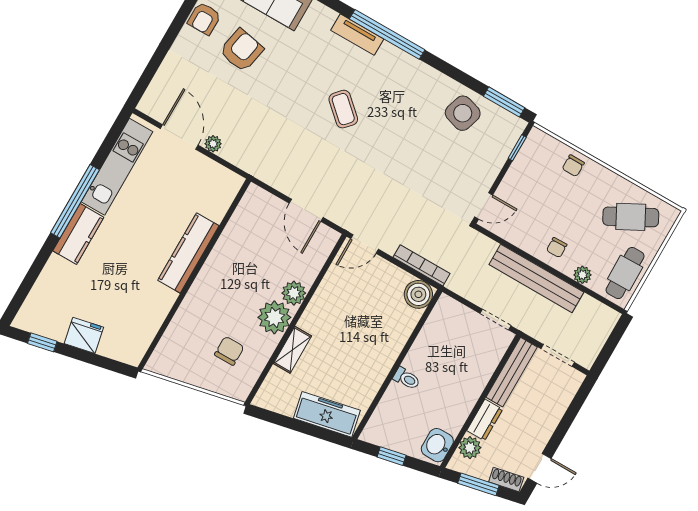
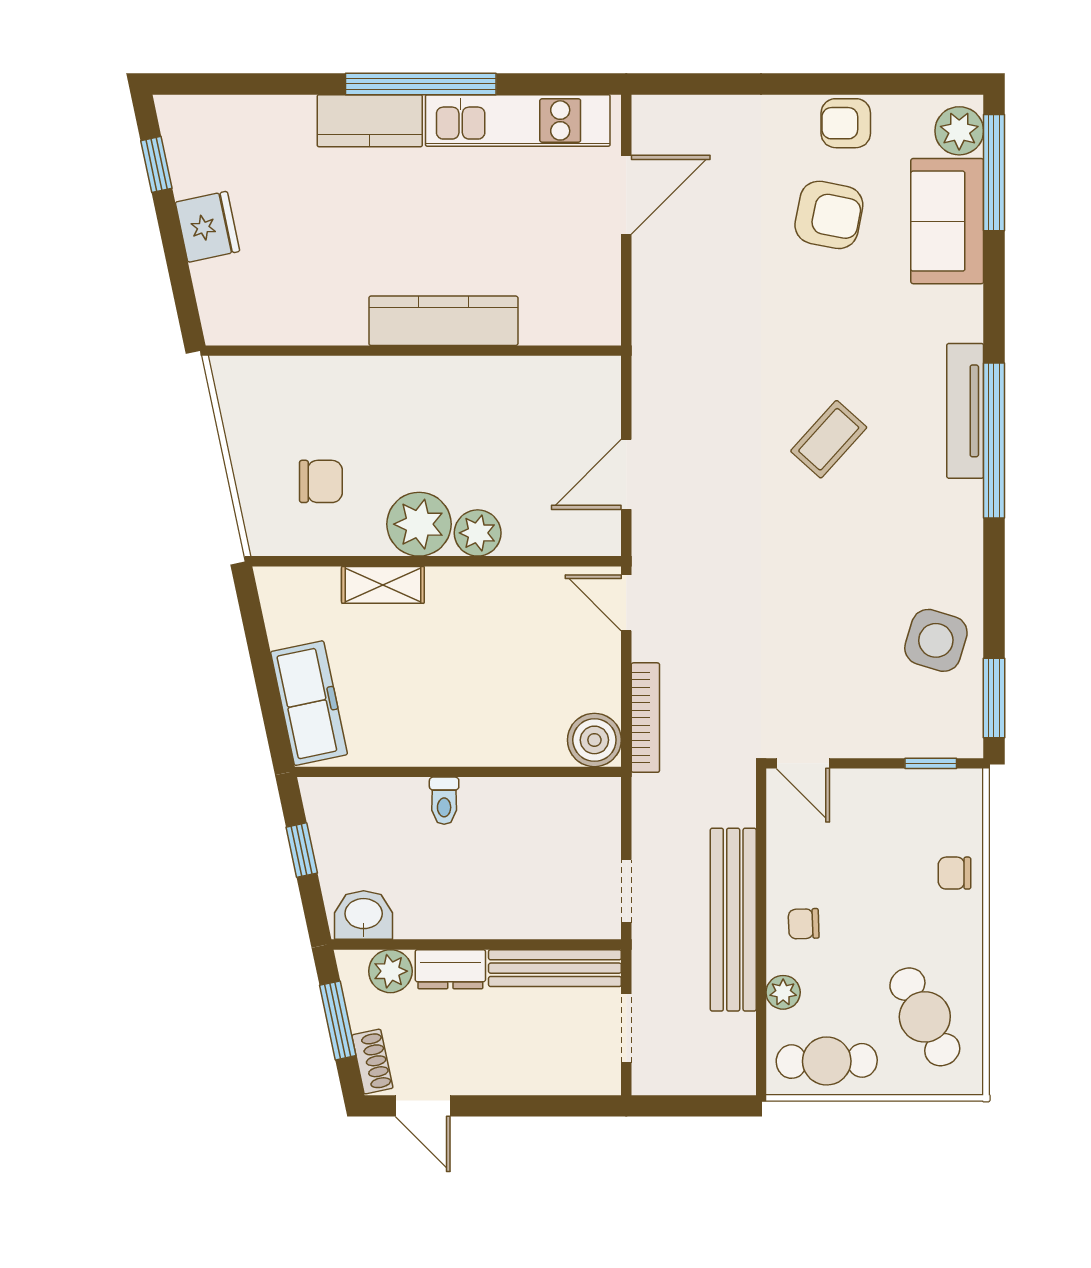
tv unit: (357, 35) -> (965, 411), width x1.41
plant: (213, 144) -> (647, 257), removed

